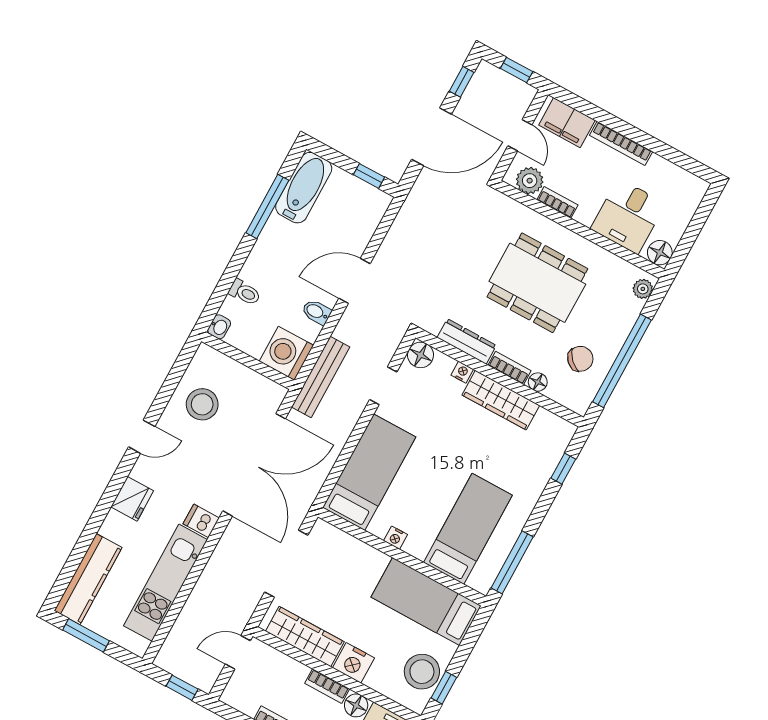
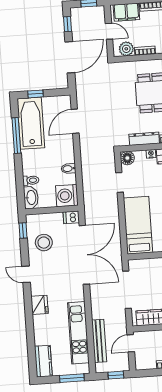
window: (369, 176) -> (35, 94), moved
bathtub: (304, 188) -> (31, 123), width x1.36, depth x1.36
door: (354, 281) -> (75, 121), moved
washbasin: (219, 327) -> (31, 198), width x1.91, depth x1.45
window: (181, 364) -> (23, 230), added
bench: (321, 377) -> (99, 341), moved
door: (142, 437) -> (26, 274), swing flipped
dishwasher: (201, 521) -> (71, 217), moved
kitchen counter: (88, 579) -> (43, 361), width x0.67
window: (86, 635) -> (72, 378), moved

